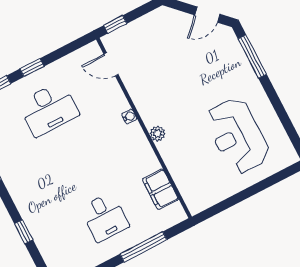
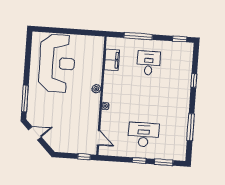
reception desk: (237, 136) -> (57, 63), width x1.36, depth x1.30

